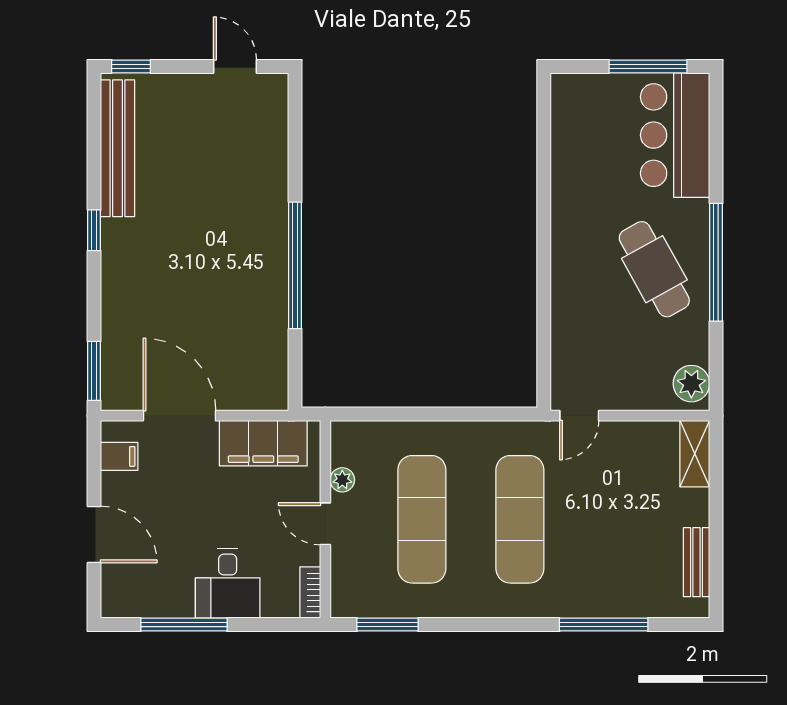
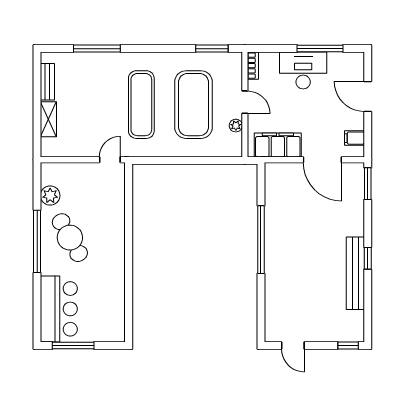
bench: (117, 148) -> (355, 273), moved
plant: (691, 384) -> (50, 196), moved
shelving: (695, 454) -> (48, 119), moved
exercise mat: (422, 519) -> (193, 105), width x1.47
desk: (228, 583) -> (303, 71), width x1.37

